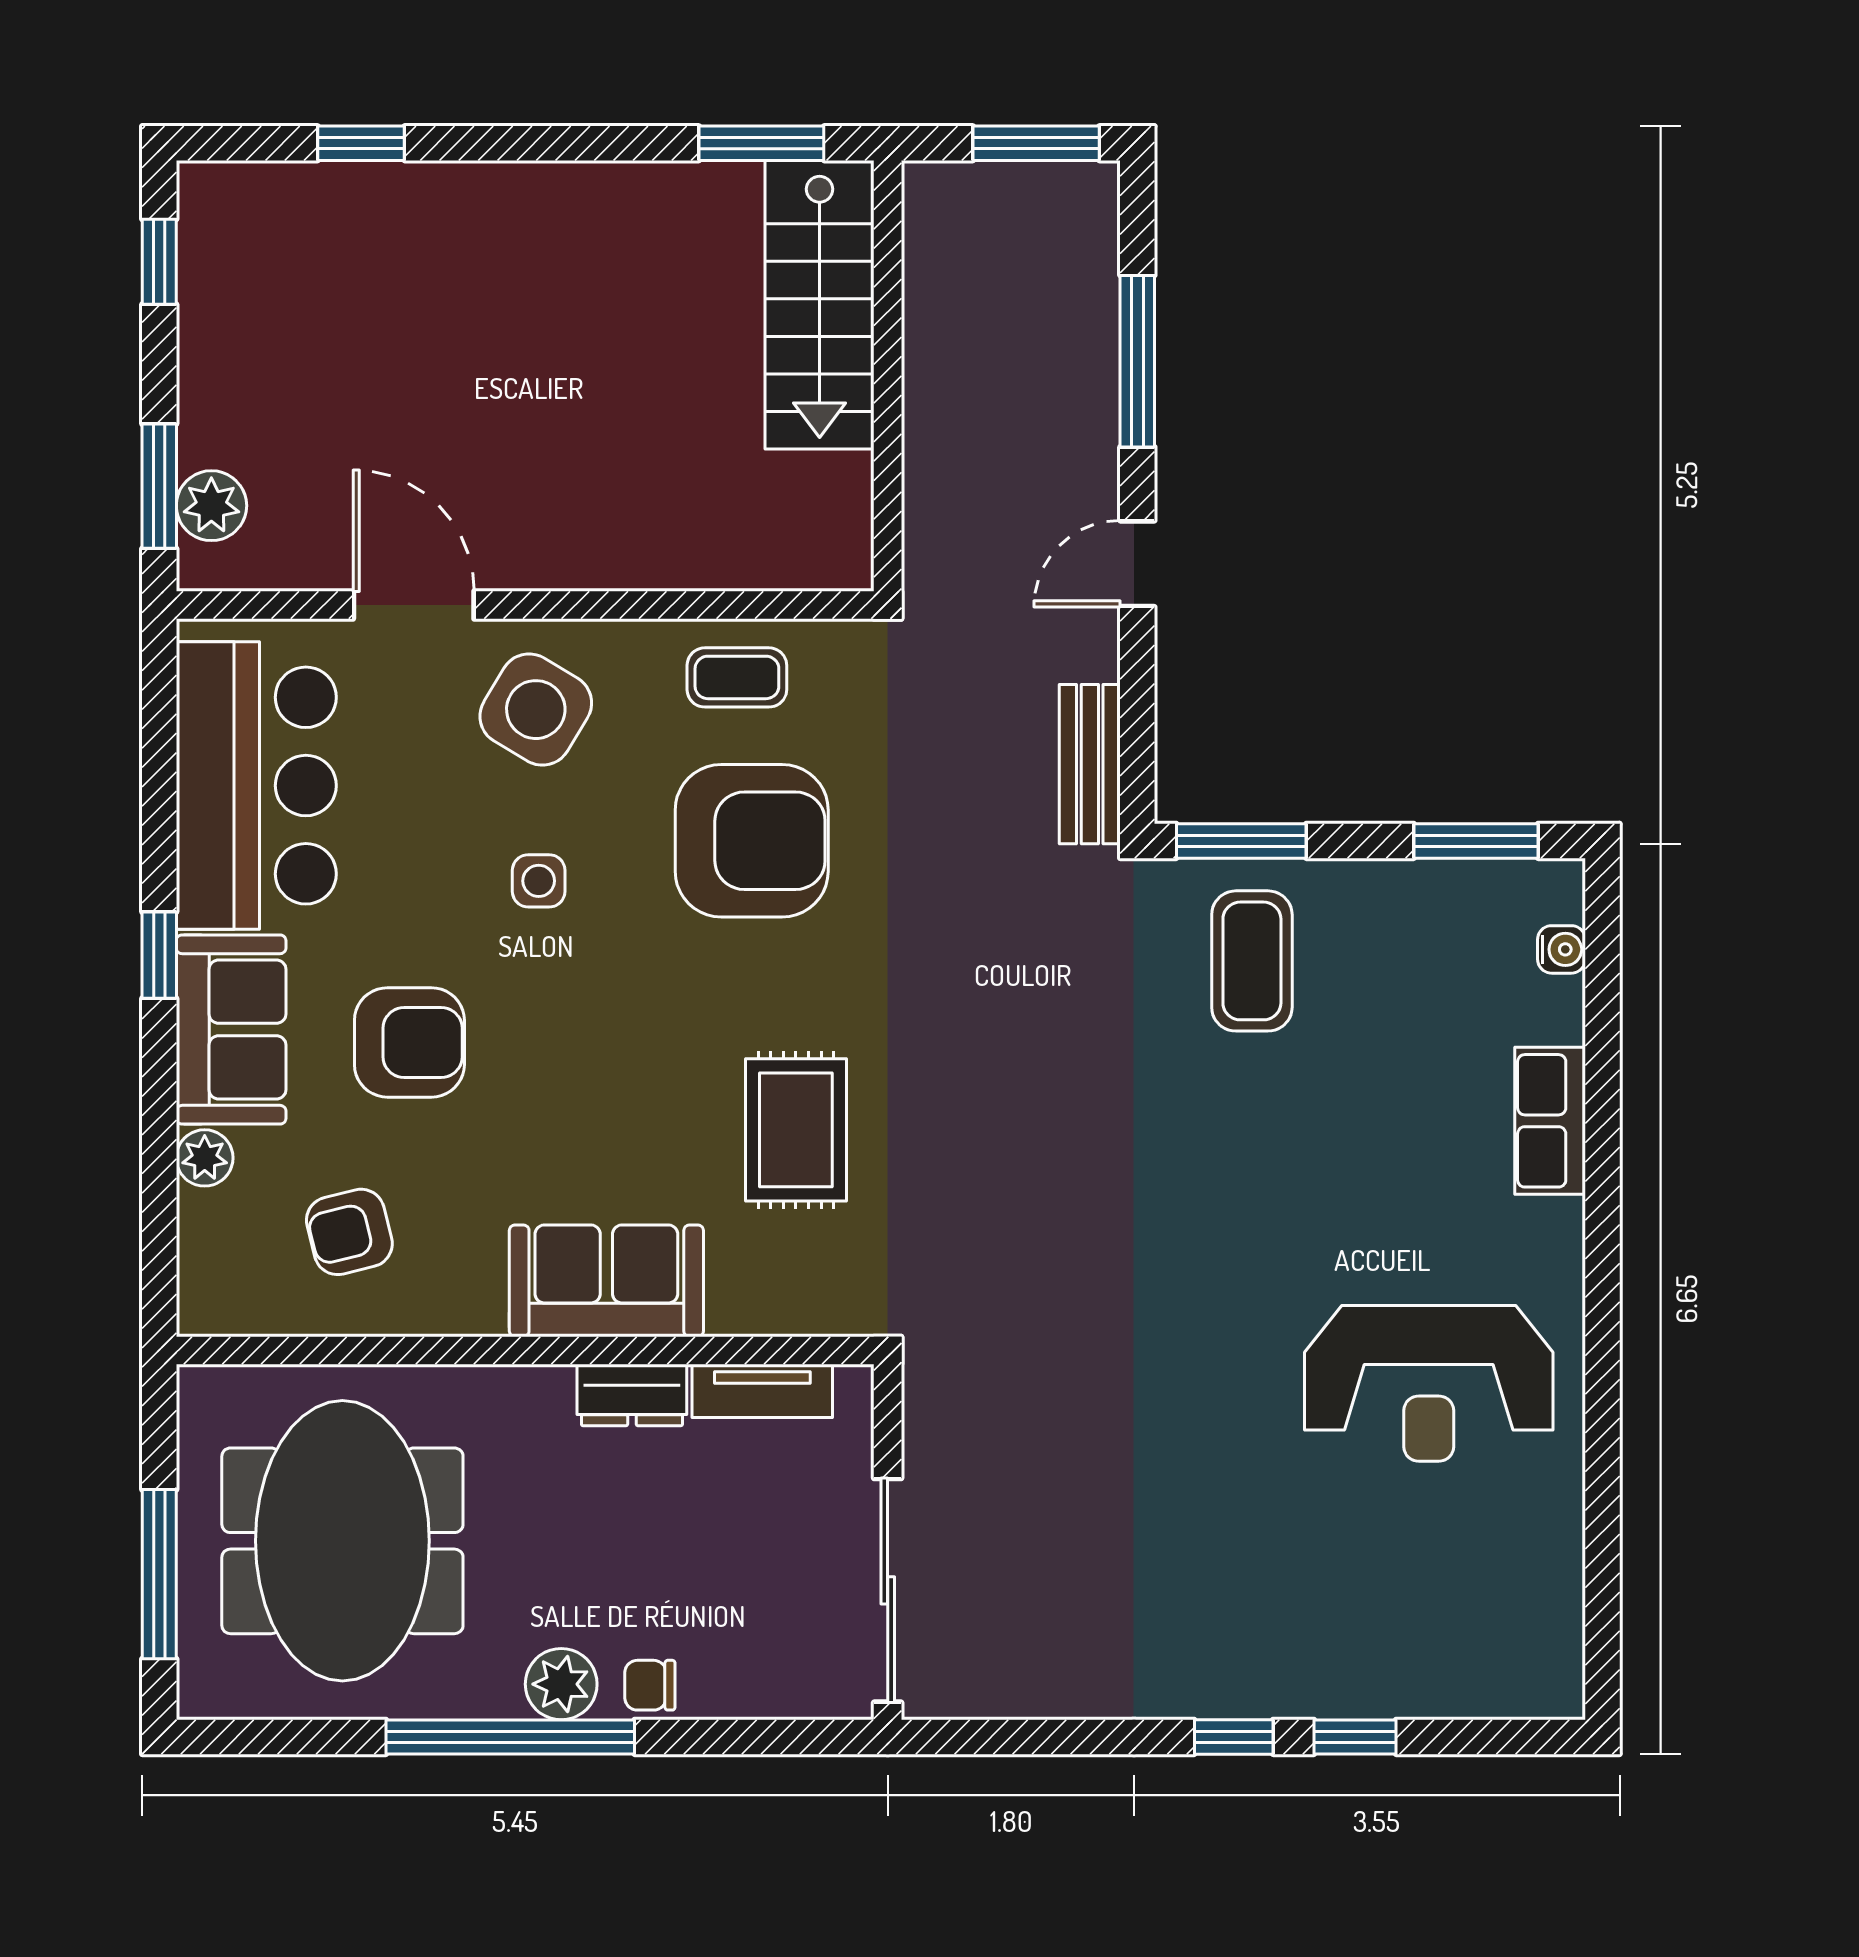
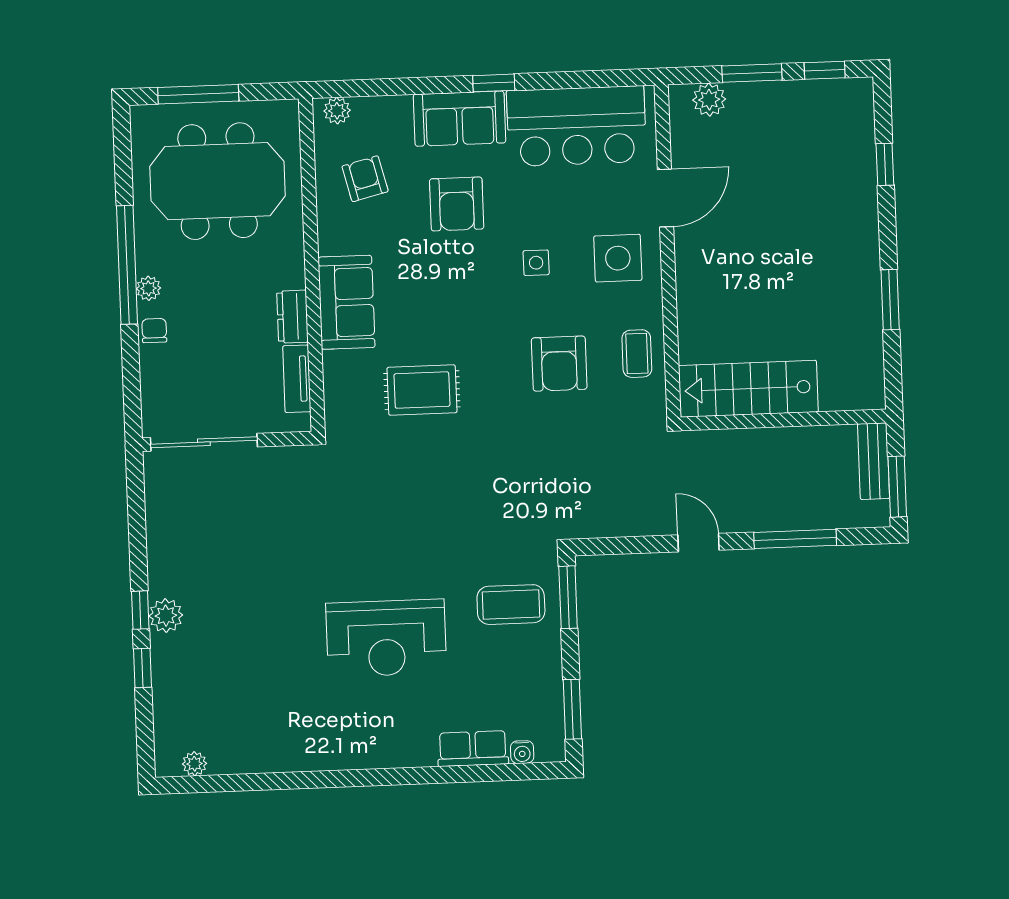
window: (761, 143) -> (890, 300), moved
stairs: (820, 305) -> (748, 389), moved
window: (159, 486) -> (752, 73), moved
side table: (536, 710) -> (618, 258), turned -31
bench: (1090, 764) -> (874, 461), moved, turned 90
armchair: (752, 841) -> (559, 364), width x0.73, depth x0.73
row of seats: (1550, 1121) -> (473, 749), moved
plant: (205, 1158) -> (337, 111), moved
reception desk: (1429, 1383) -> (386, 638), moved, turned -90
plant: (1560, 1636) -> (194, 764), added
plant: (561, 1684) -> (149, 288), width x0.73, depth x0.73
plant: (1247, 1684) -> (166, 616), added

